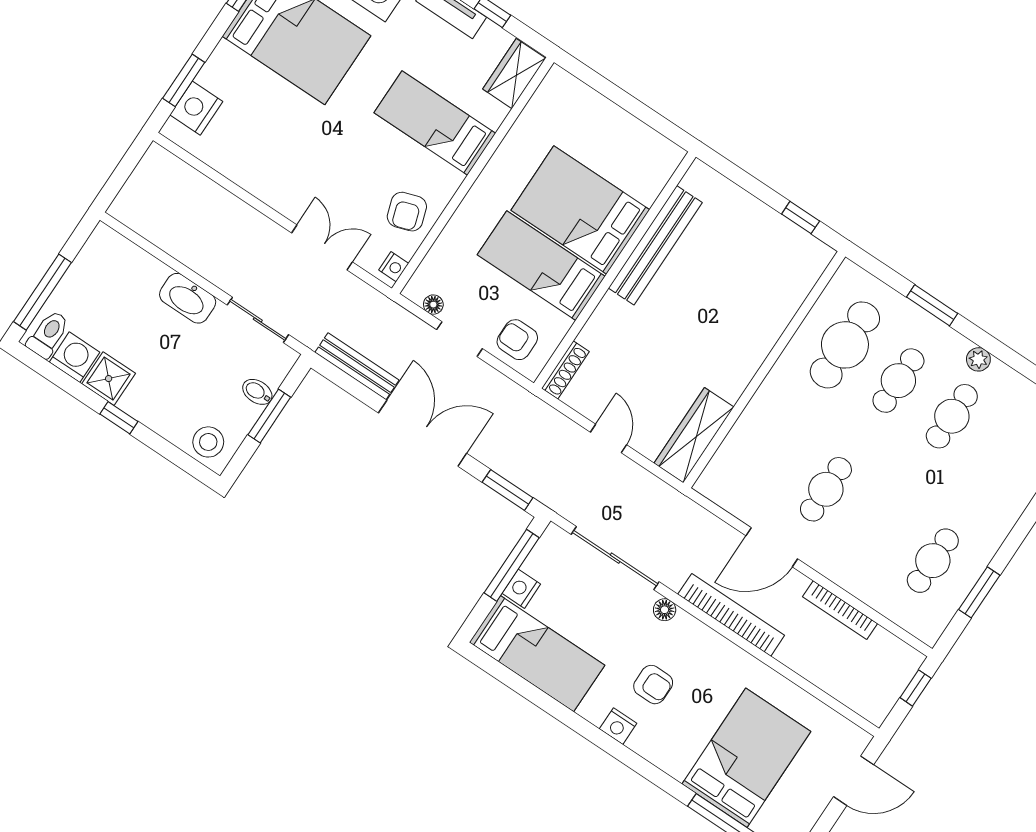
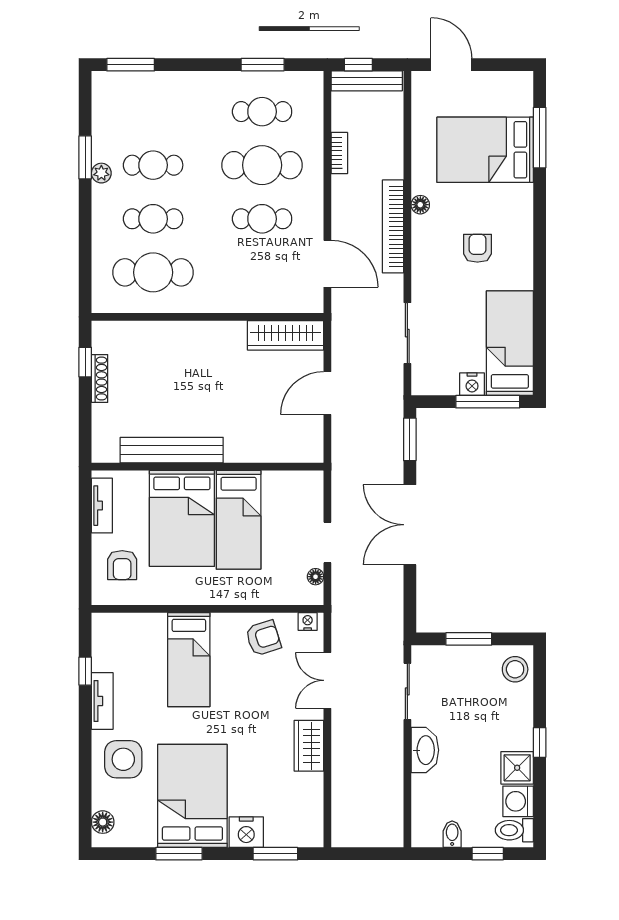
wardrobe: (514, 74) -> (309, 746), moved, turned 90
nightstand: (196, 108) -> (246, 832), moved
tv unit: (646, 139) -> (102, 506), added
window: (43, 292) -> (488, 854), width x0.46
window: (932, 305) -> (85, 157), moved
armchair: (517, 340) -> (122, 565), moved
bench: (357, 366) -> (367, 81), moved, turned 90
shoe rack: (565, 370) -> (100, 378), moved, turned 90
bidet: (257, 392) -> (452, 834), moved, turned 180
door: (608, 438) -> (327, 393), width x1.38
cafe table: (879, 525) -> (262, 165), added
door: (772, 547) -> (327, 264), moved
sliding door: (615, 558) -> (407, 333), width x0.73
window: (512, 565) -> (488, 402), moved
floor lamp: (665, 610) -> (420, 205), moved
bookcase: (840, 610) -> (339, 153), width x0.64
nightstand: (618, 726) -> (523, 253), removed

